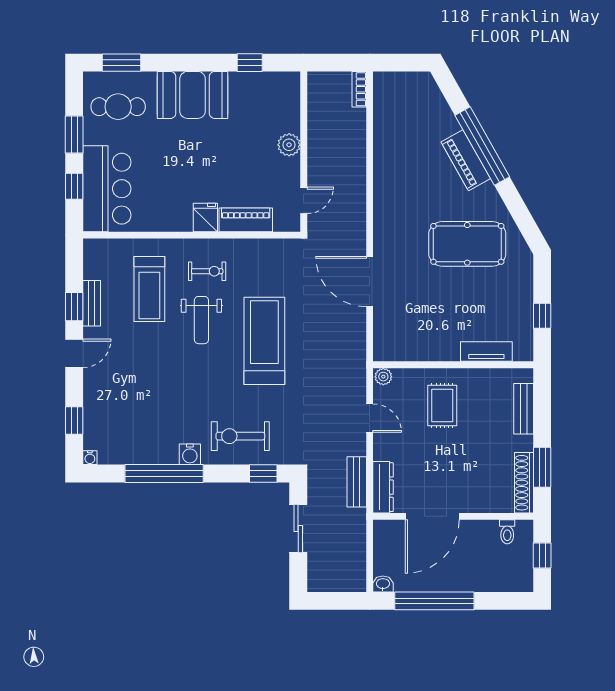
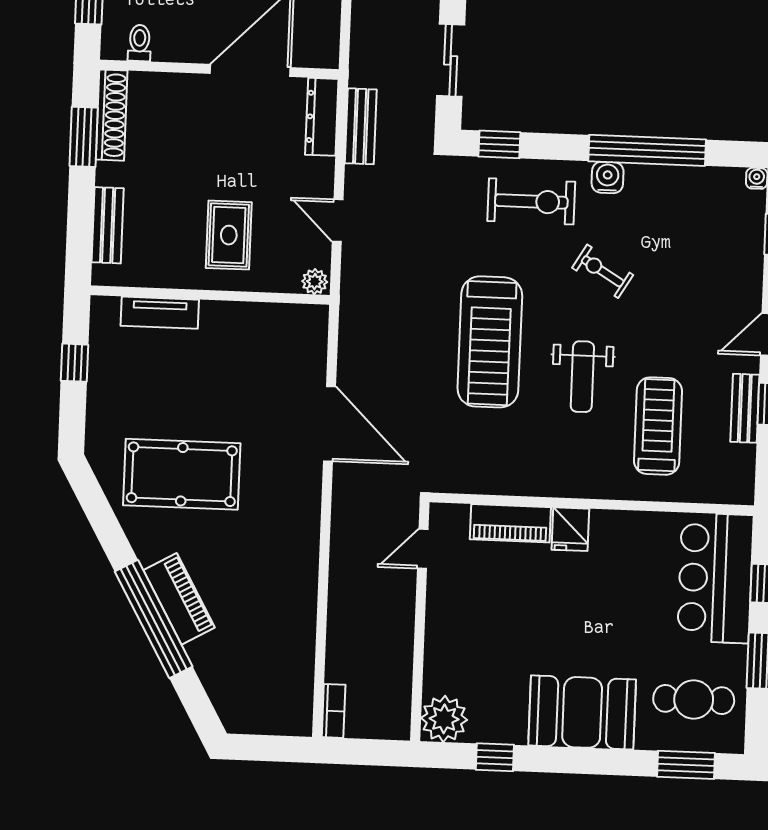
plant: (289, 145) -> (444, 719), moved, width x1.36, depth x1.36
exercise bike: (207, 271) -> (603, 271), moved, turned 31
weight bench: (201, 320) -> (582, 377), turned 180

